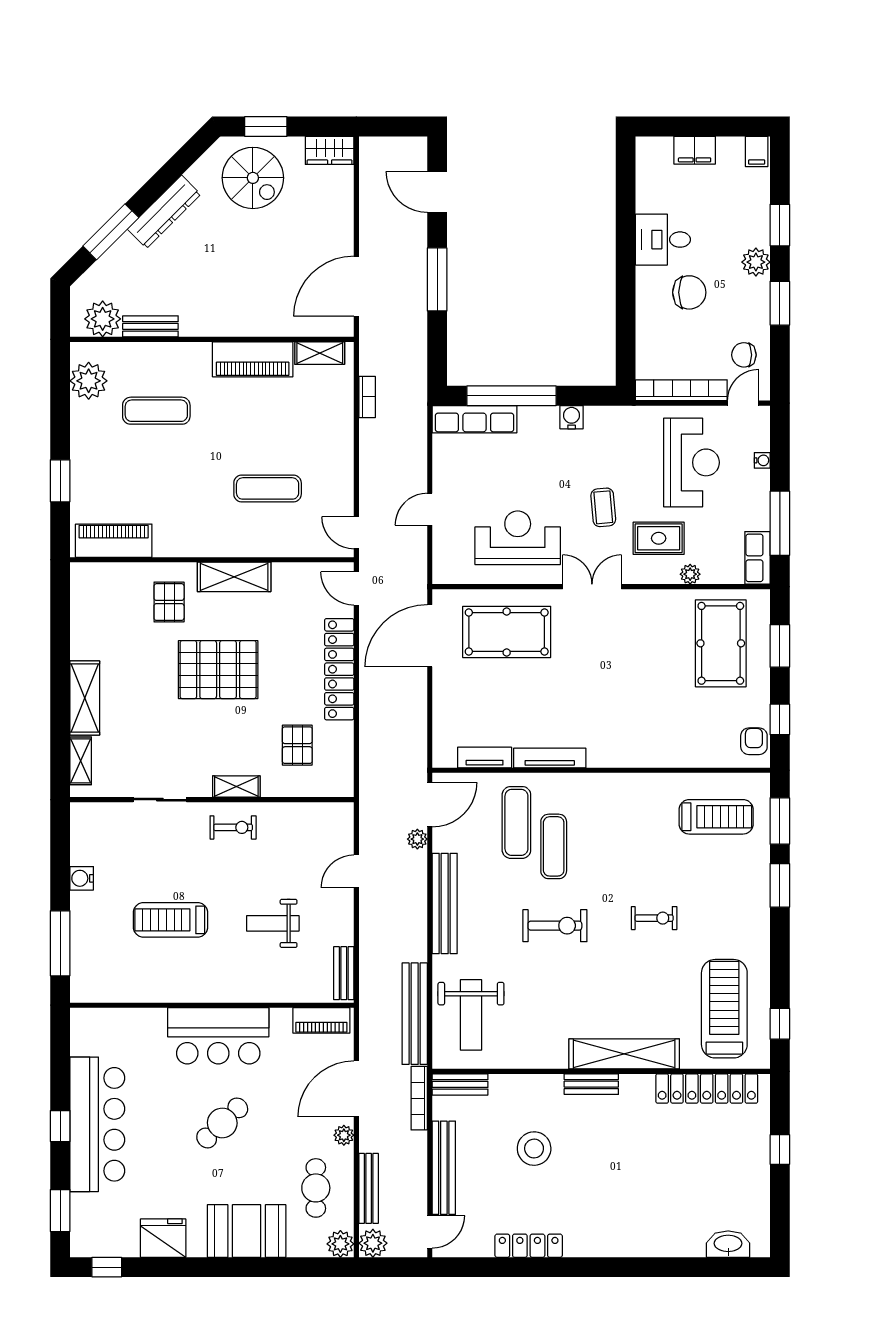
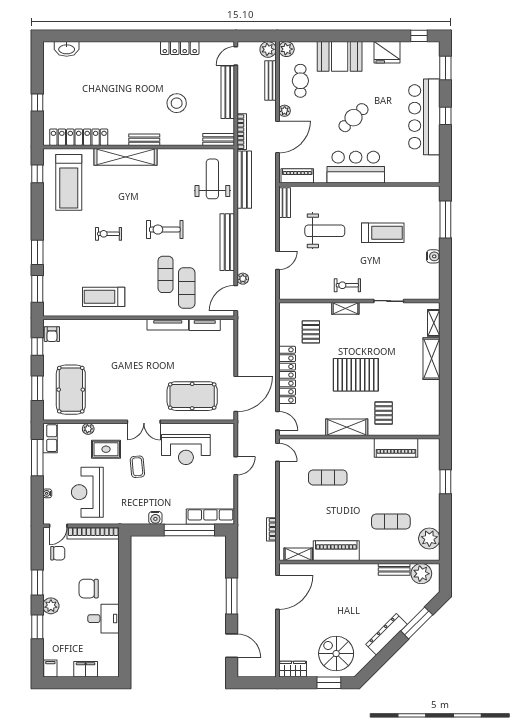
piano: (114, 541) -> (396, 448), moved
treadmill: (716, 817) -> (104, 297), moved
weight bench: (273, 923) -> (325, 231), width x1.36, depth x1.33

